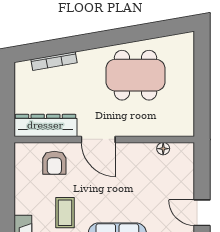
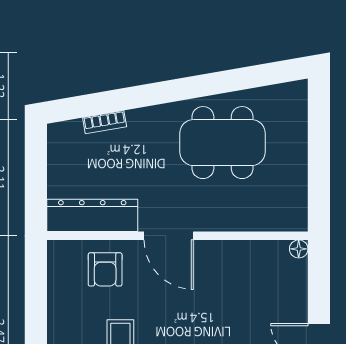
bookcase: (54, 61) -> (105, 122), width x0.64
floor lamp: (163, 149) -> (299, 249), moved

